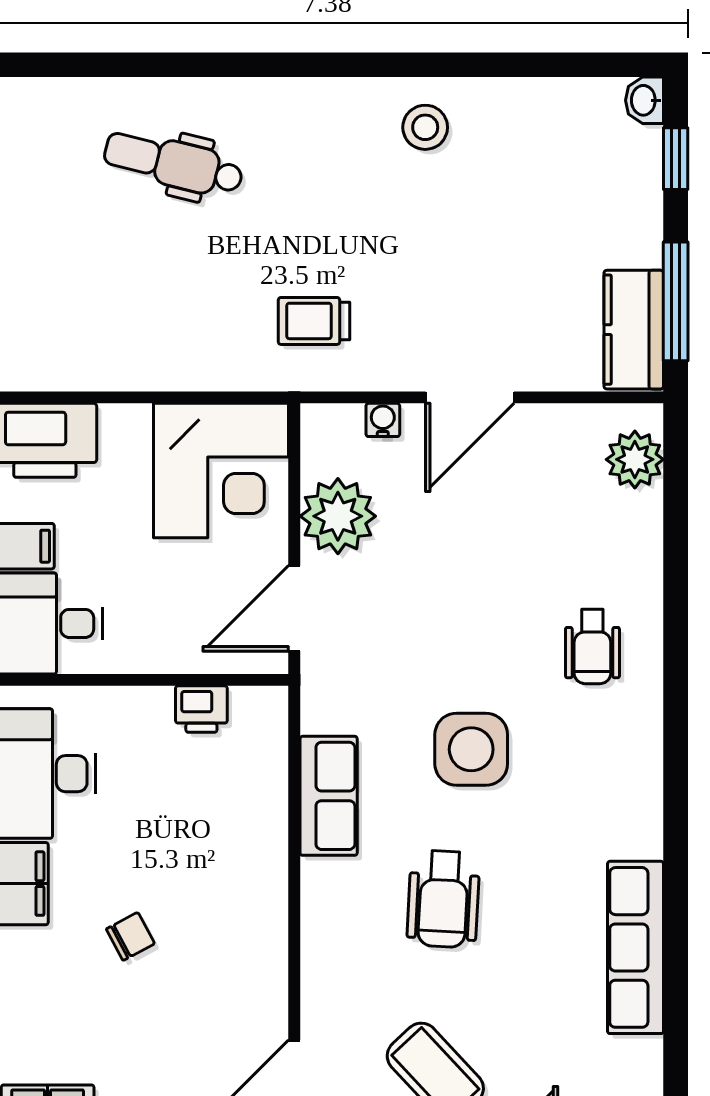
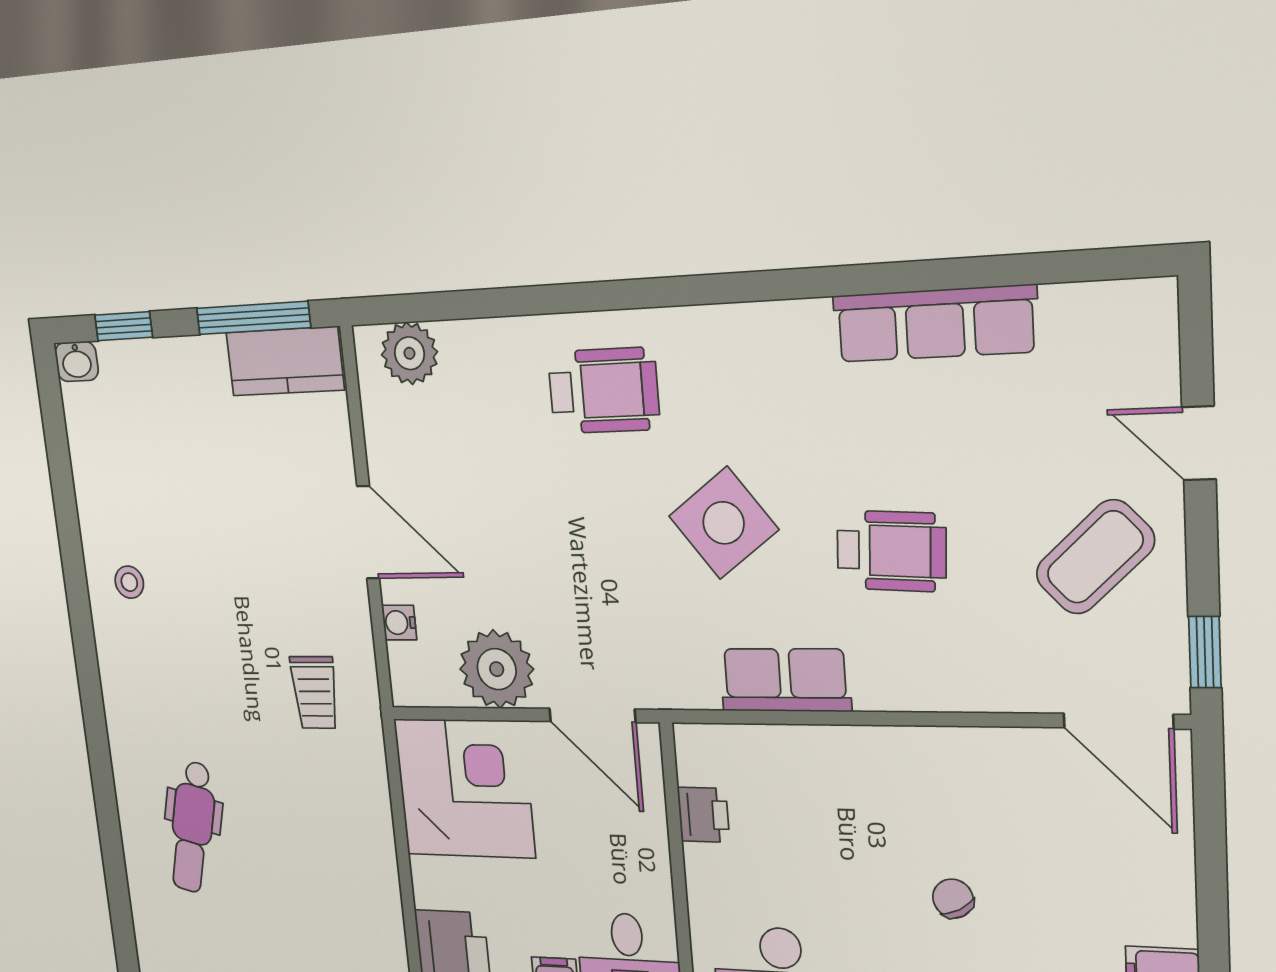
stool: (425, 127) -> (129, 582), width x0.73, depth x0.73
wheelchair: (592, 647) -> (604, 391), width x1.36, depth x1.37
side table: (471, 749) -> (724, 523), turned -37

